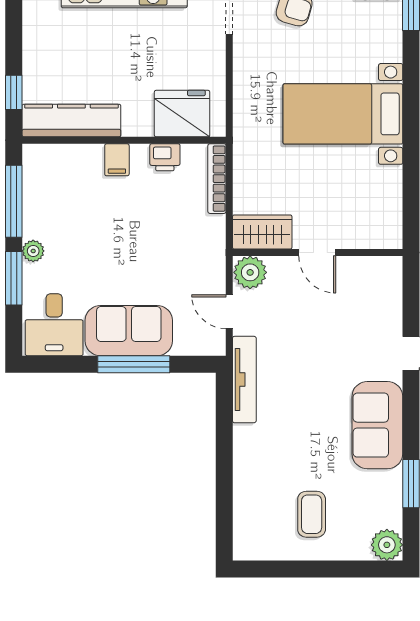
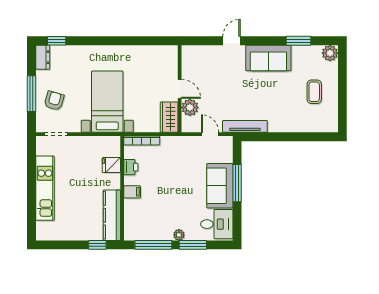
fridge: (182, 114) -> (111, 165), width x0.53, depth x0.75
bed with nightstands: (343, 114) -> (107, 102), moved, turned 180
door: (317, 253) -> (180, 89), hinge flipped
plant: (250, 272) -> (190, 107), moved
door: (229, 312) -> (210, 134), swing flipped
coffee table: (312, 514) -> (314, 92), turned 90

